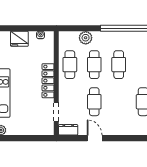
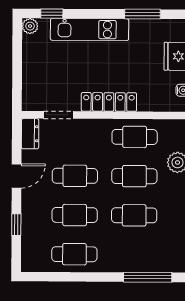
cafe table: (119, 102) -> (75, 215), added
window: (125, 138) -> (16, 225), added

